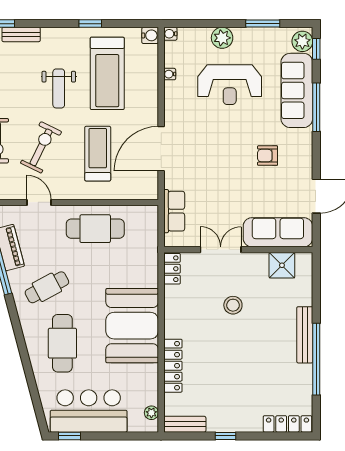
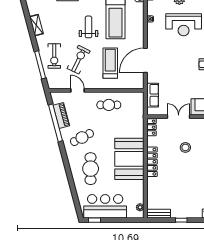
weight bench: (59, 88) -> (89, 27), turned 180
cafe table: (95, 229) -> (109, 105), width x0.73, depth x0.74
locker: (173, 366) -> (152, 162), moved

